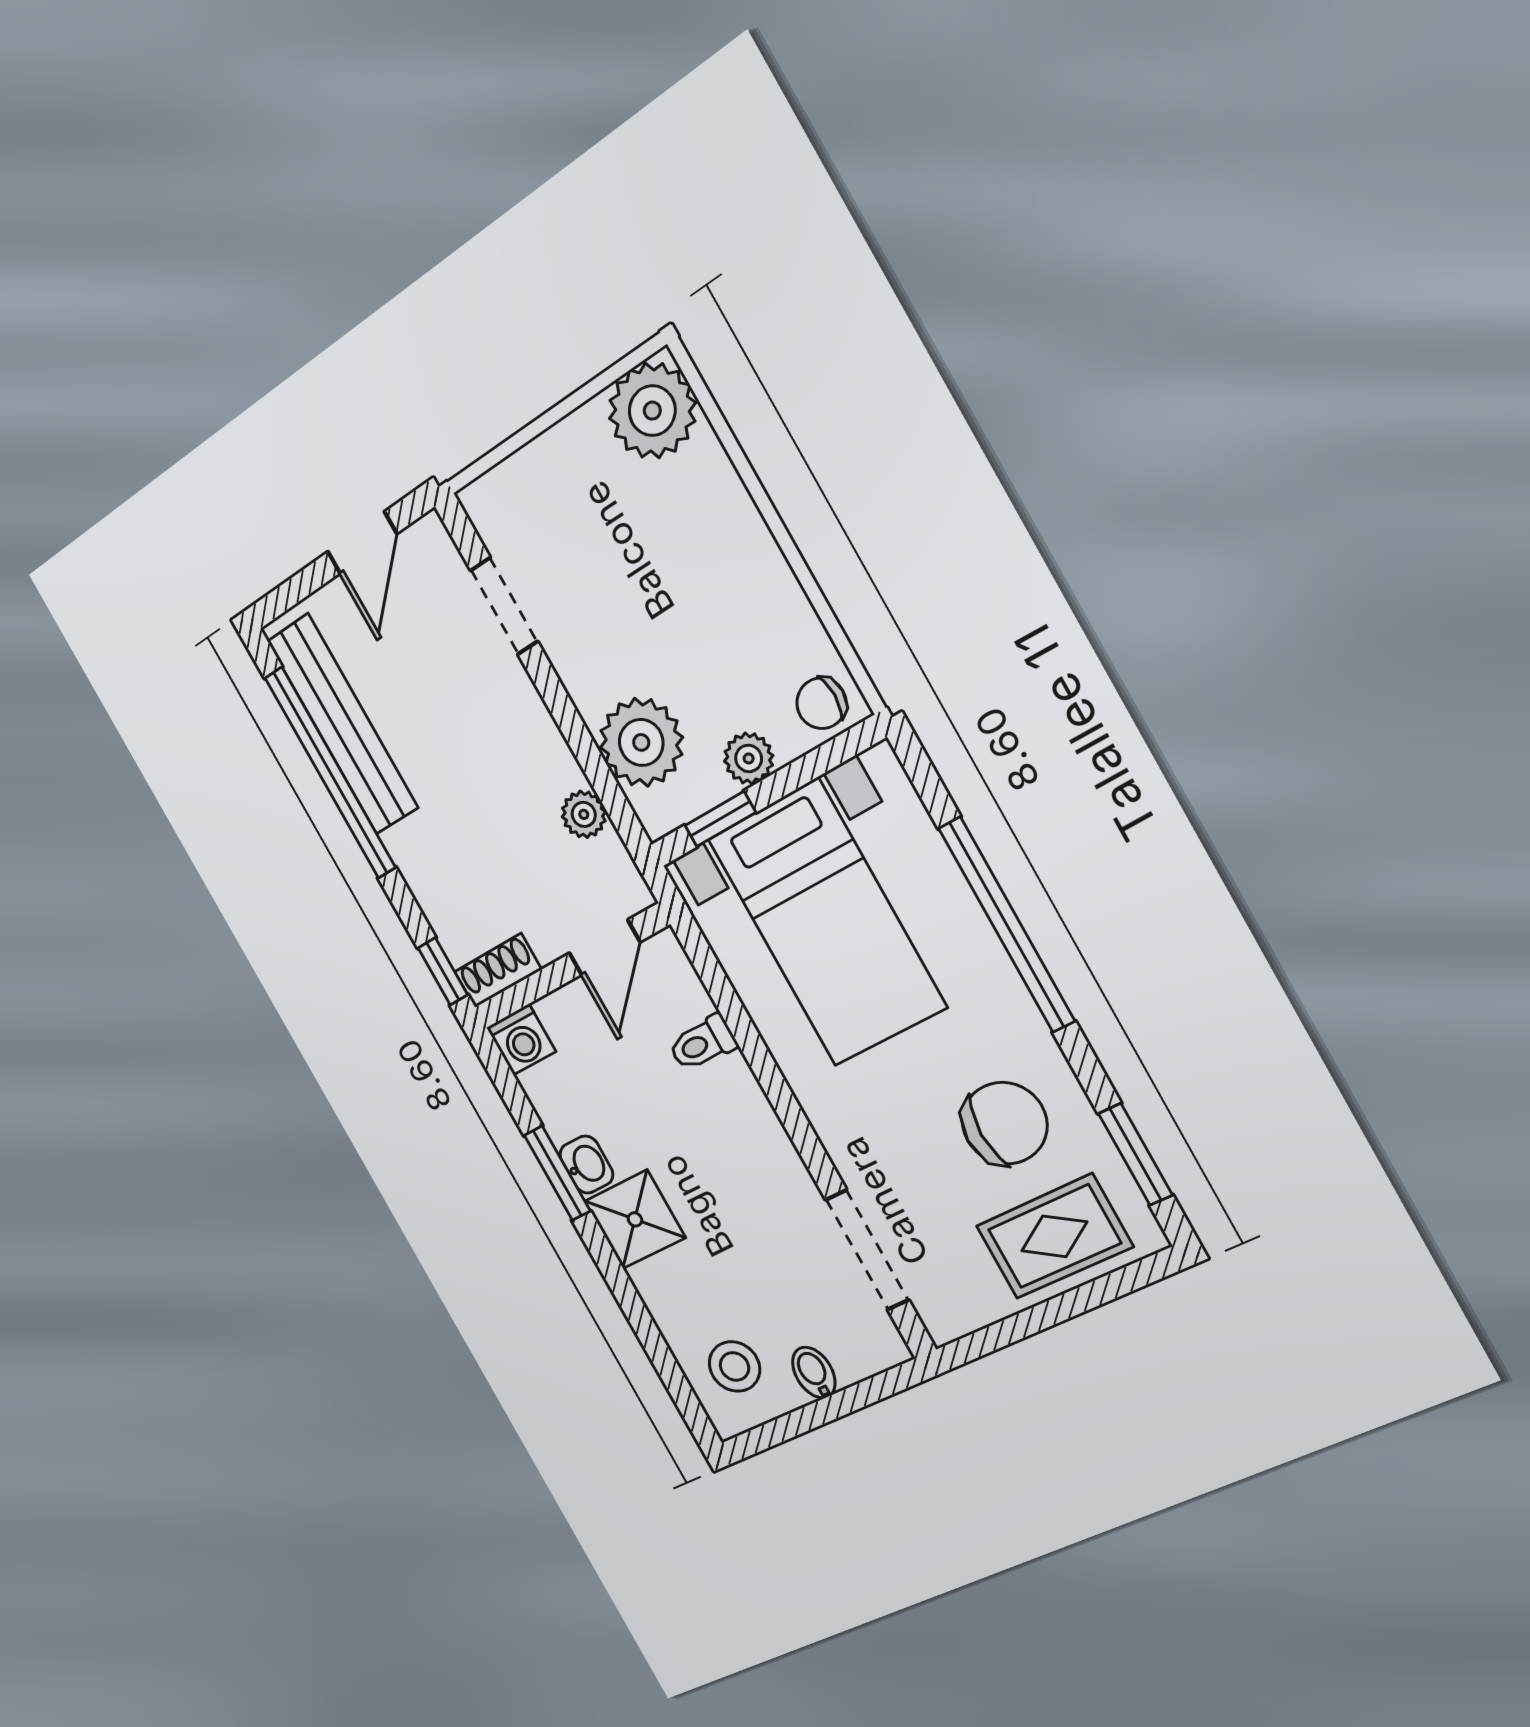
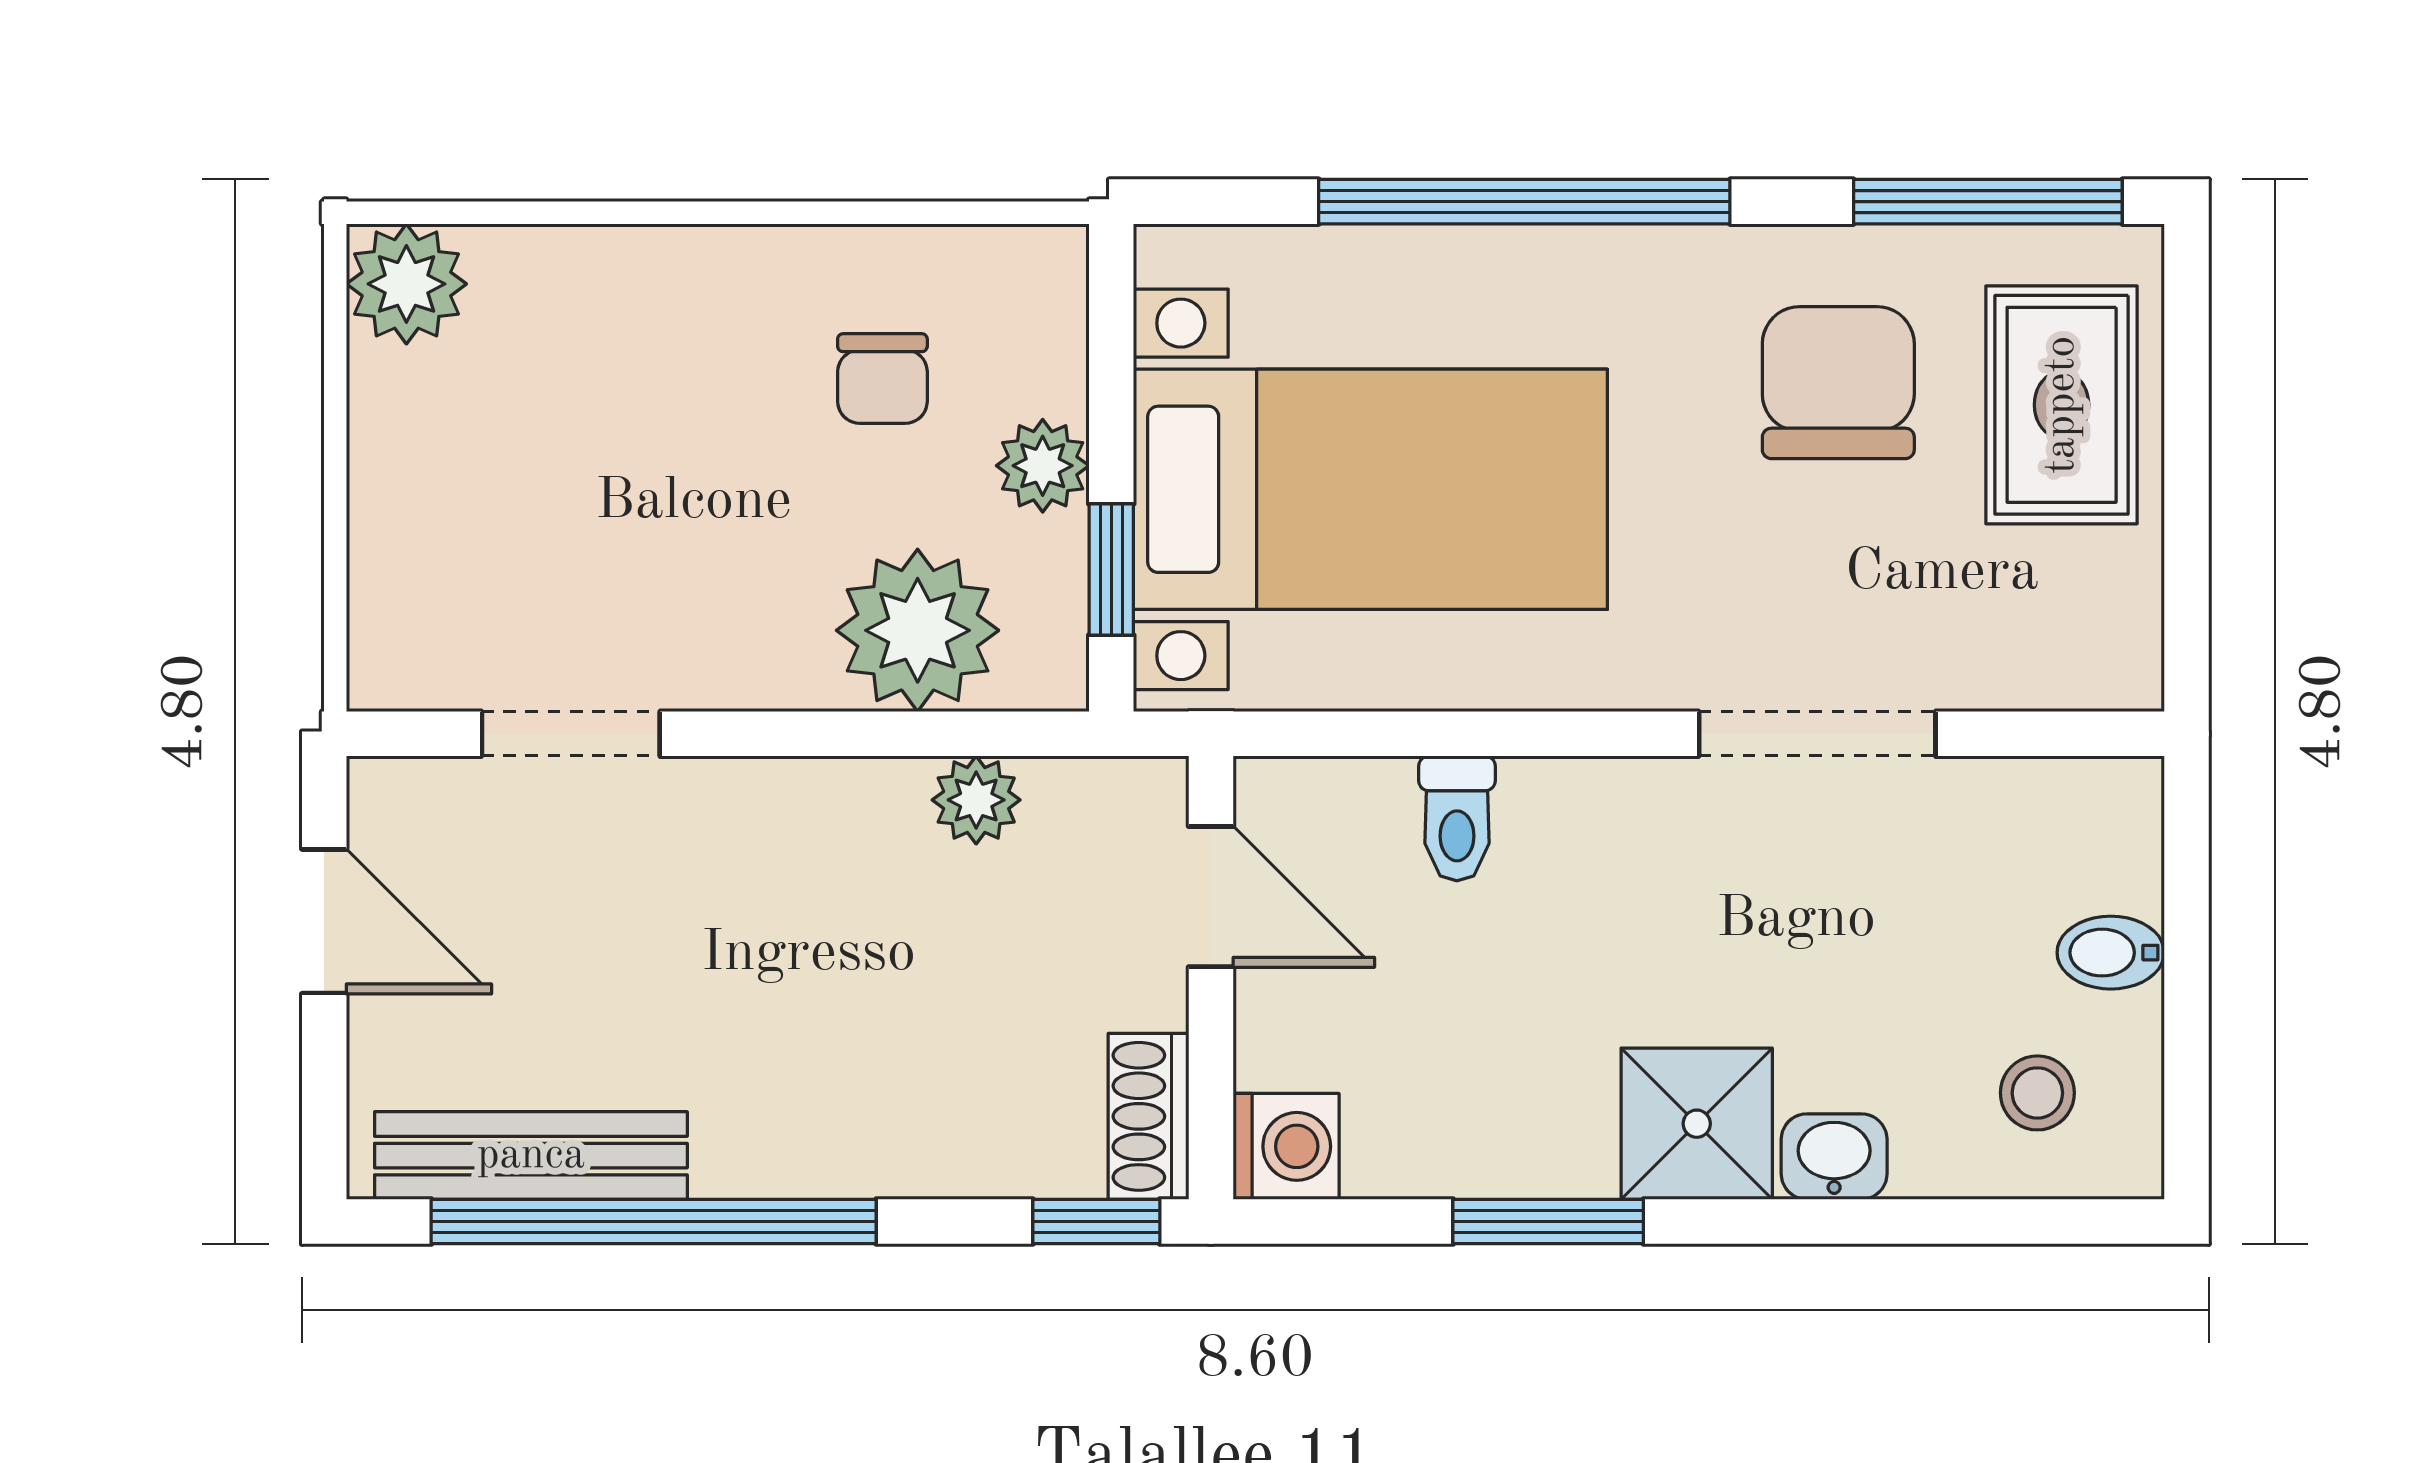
plant: (652, 411) -> (406, 284), width x0.73, depth x0.73
chair: (821, 703) -> (882, 379), moved
bench: (343, 724) -> (531, 1156), width x0.73, depth x0.82
window: (1135, 1154) -> (1988, 202), width x1.44
washbasin: (586, 1165) -> (1834, 1157), moved
doorway: (867, 1250) -> (1817, 734), moved
stool: (734, 1366) -> (2037, 1093), width x0.73, depth x0.73

